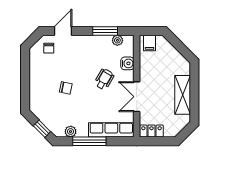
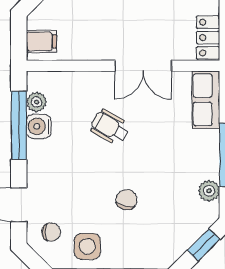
window: (105, 31) -> (19, 125), width x1.44
water cooler: (127, 63) -> (39, 126), moved, turned -90
side table: (41, 67) -> (87, 246), added
row of seats: (111, 130) -> (206, 100), width x0.68

